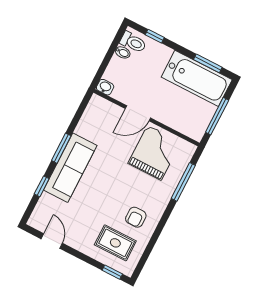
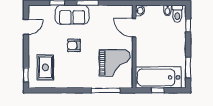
bathtub: (197, 78) -> (158, 77), moved, turned 90
door: (138, 113) -> (134, 28), moved
window: (217, 116) -> (158, 90), width x0.46
sofa: (70, 168) -> (72, 15), width x0.73
armchair: (136, 217) -> (74, 45), moved

